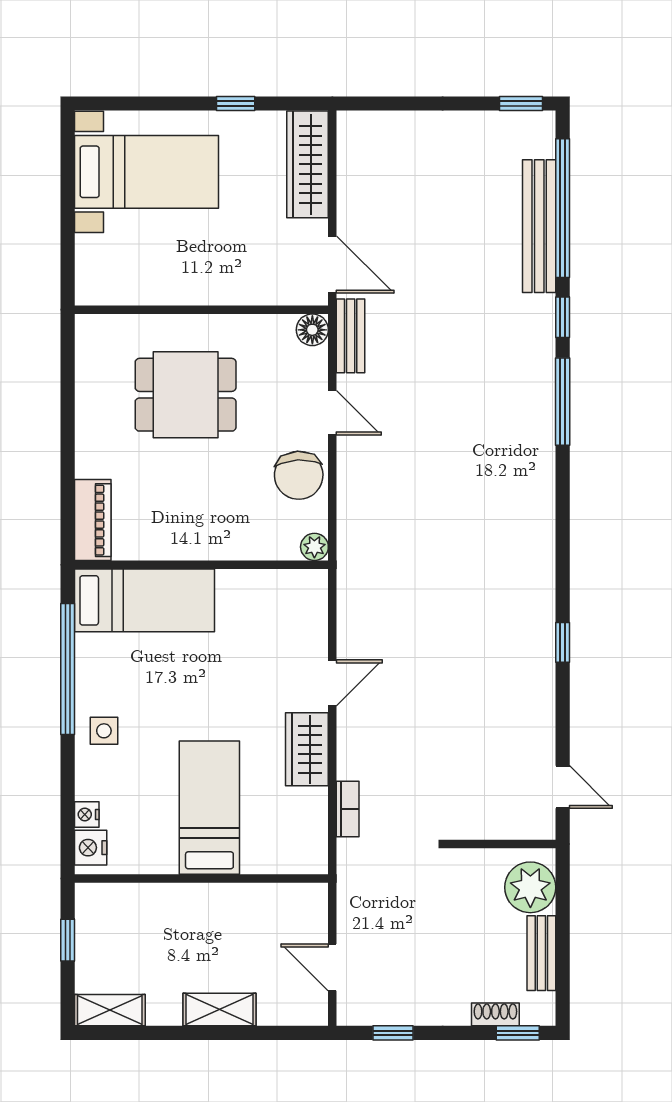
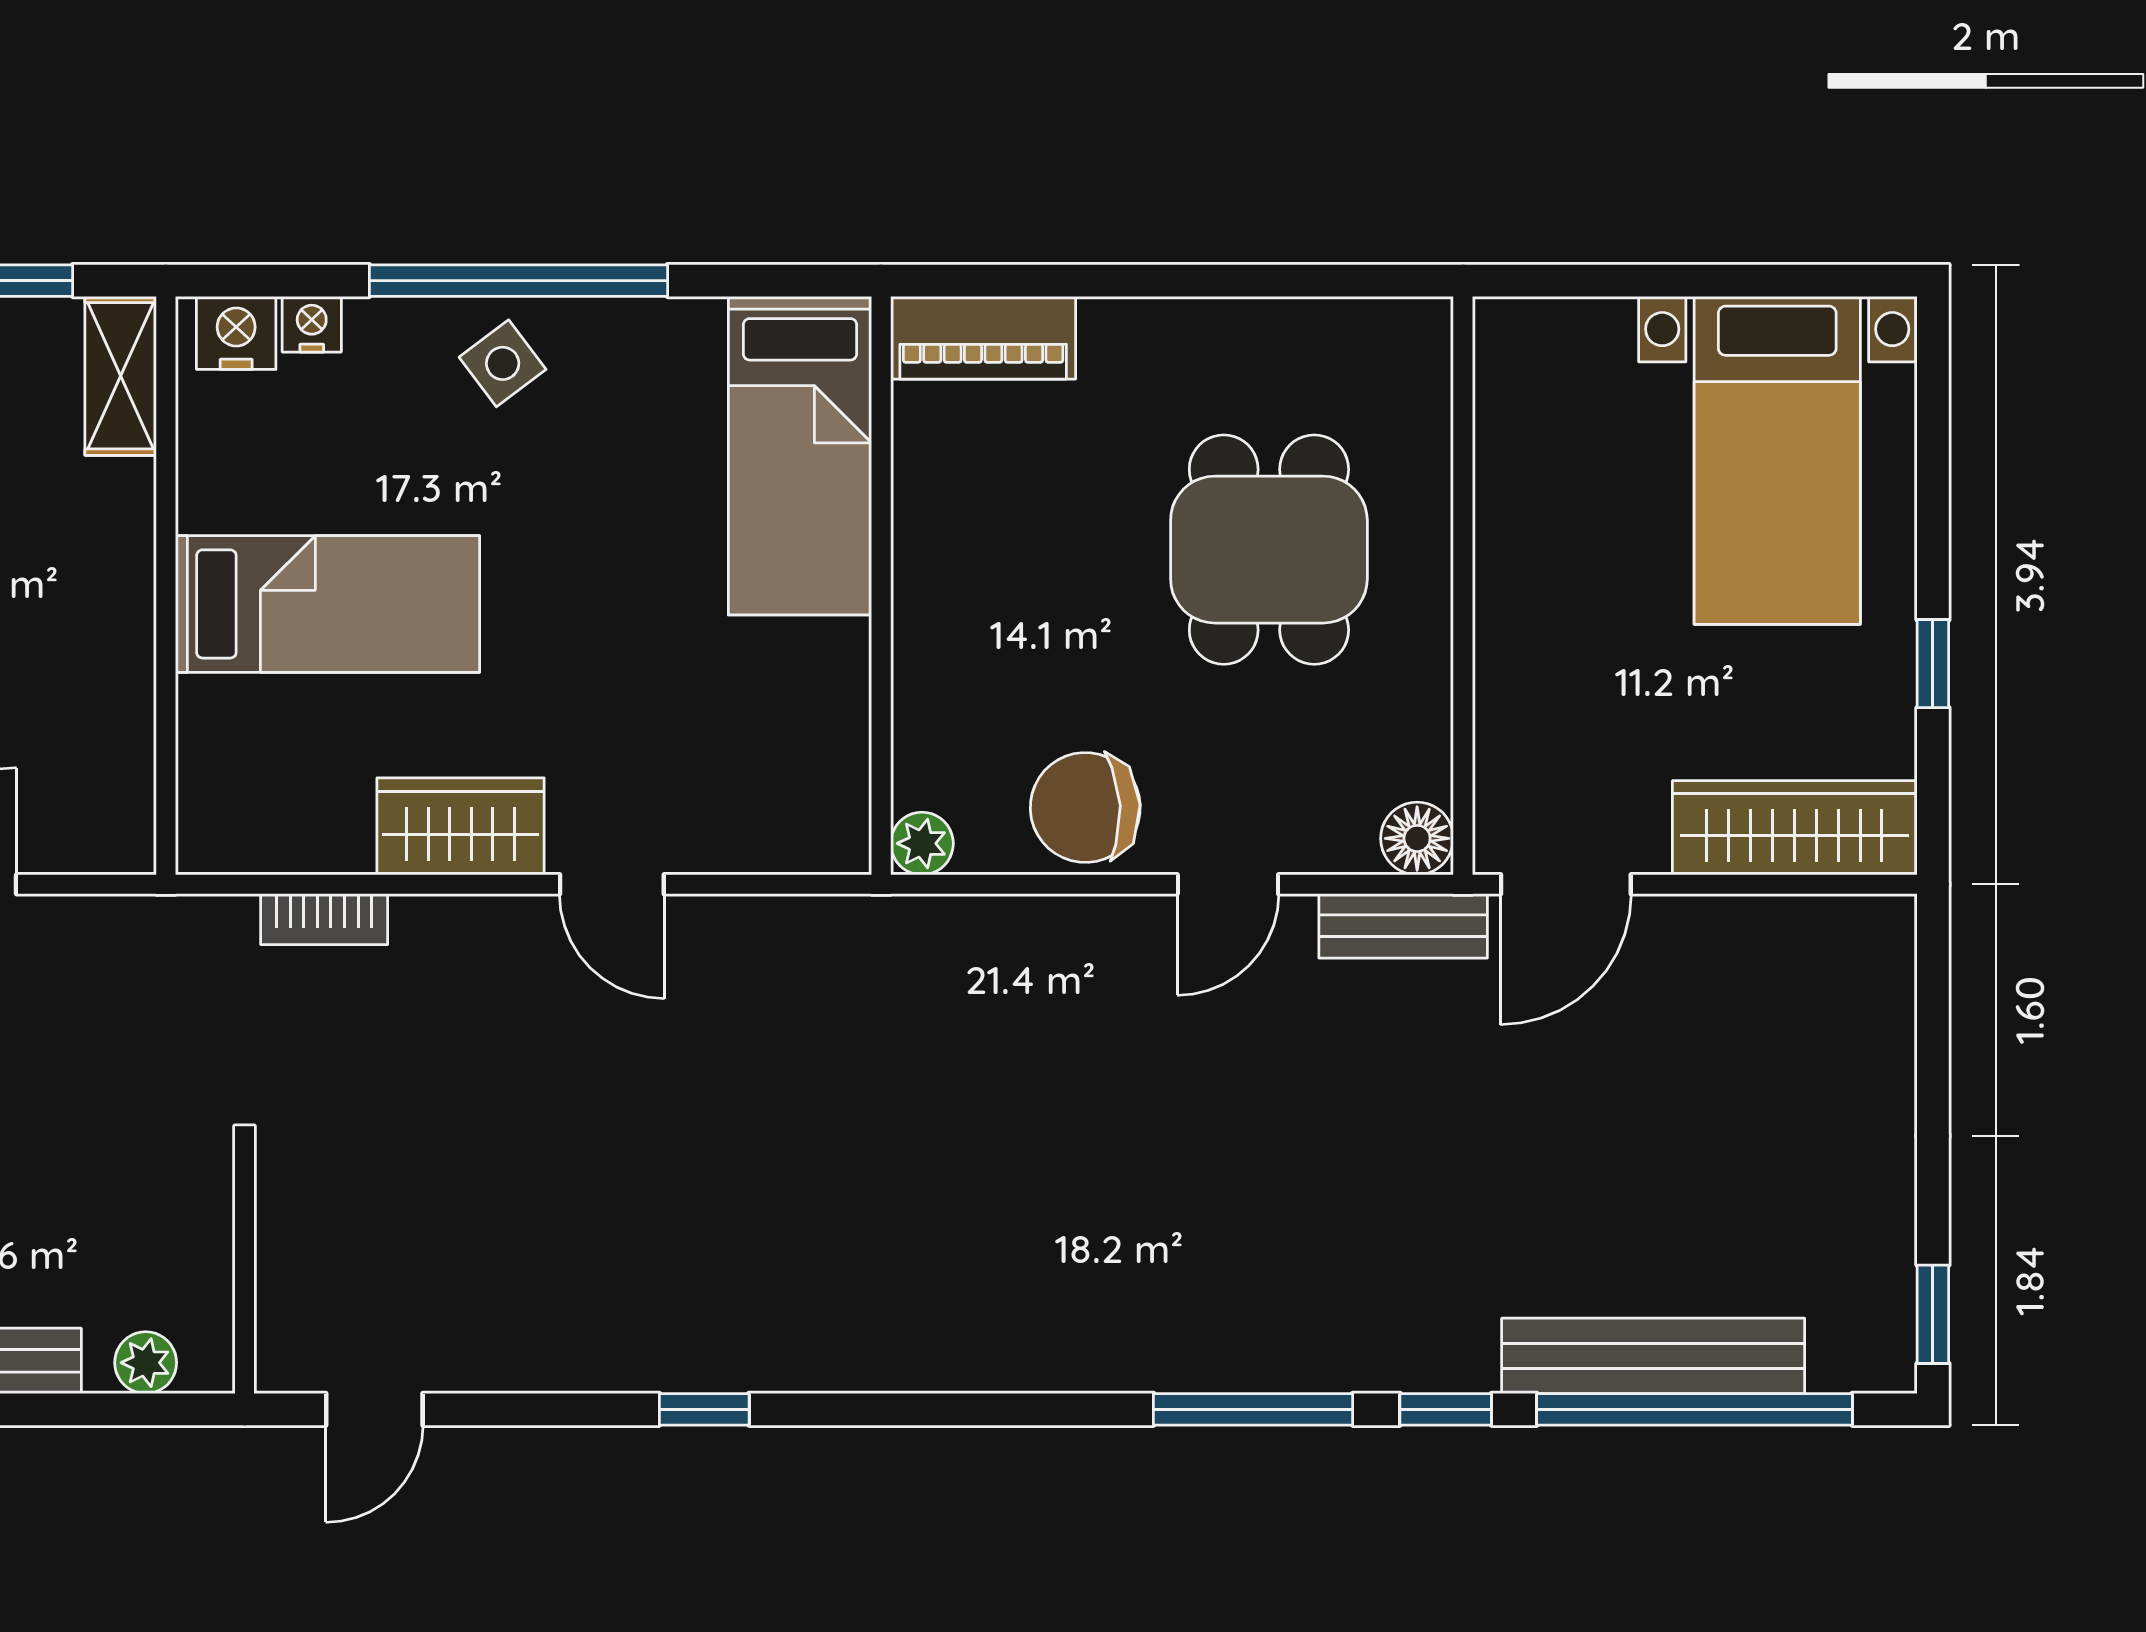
window: (68, 669) -> (518, 281), moved
side table: (104, 731) -> (503, 363), turned -37
plant: (530, 887) -> (146, 1363), width x0.53, depth x0.53
shelving: (109, 898) -> (121, 376), added

